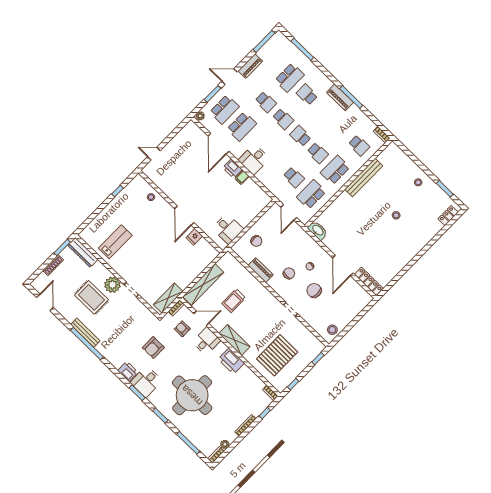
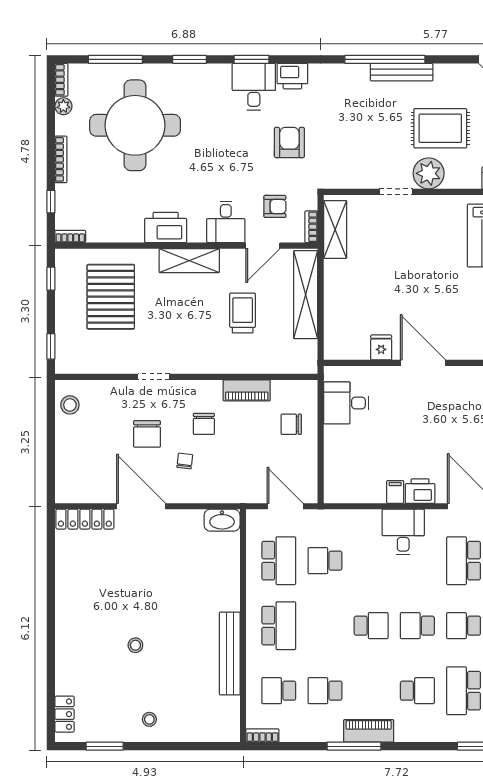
school desk: (318, 153) -> (325, 691), moved
chair: (314, 290) -> (147, 434), turned 90
round table: (192, 395) -> (135, 125), moved

